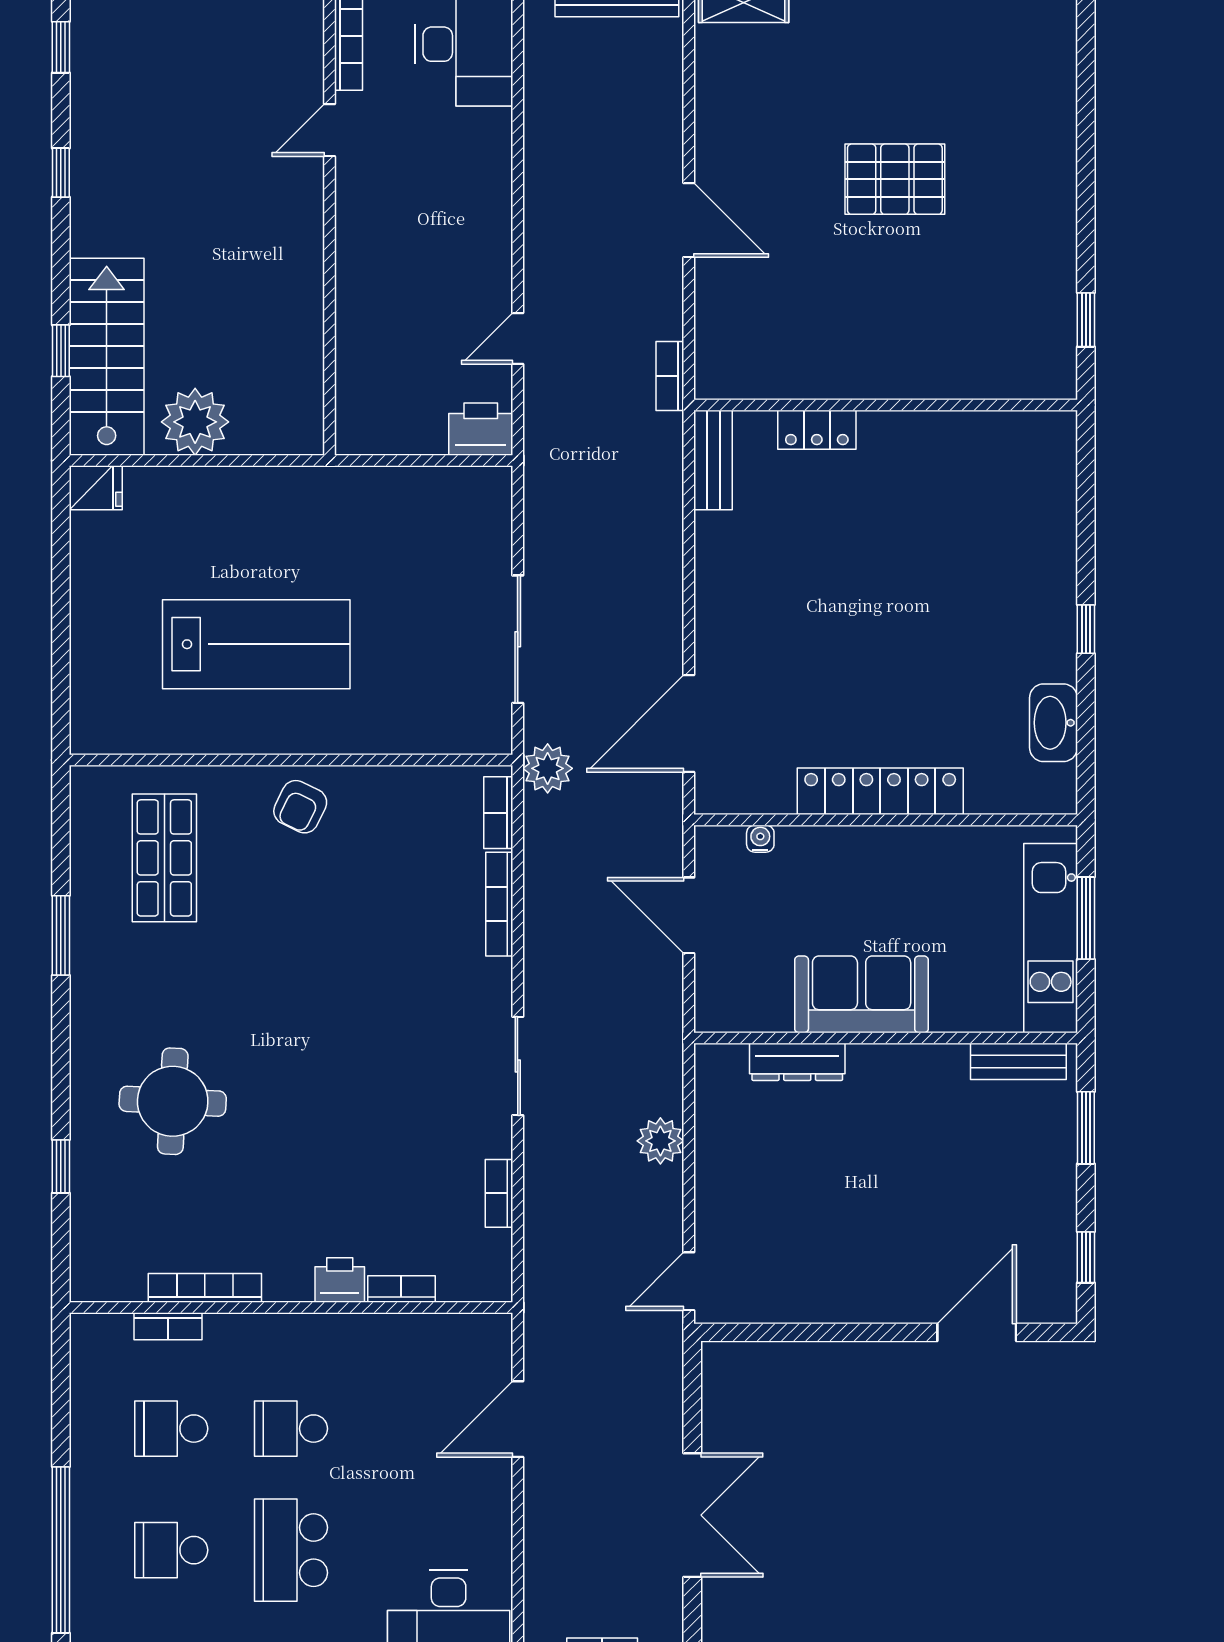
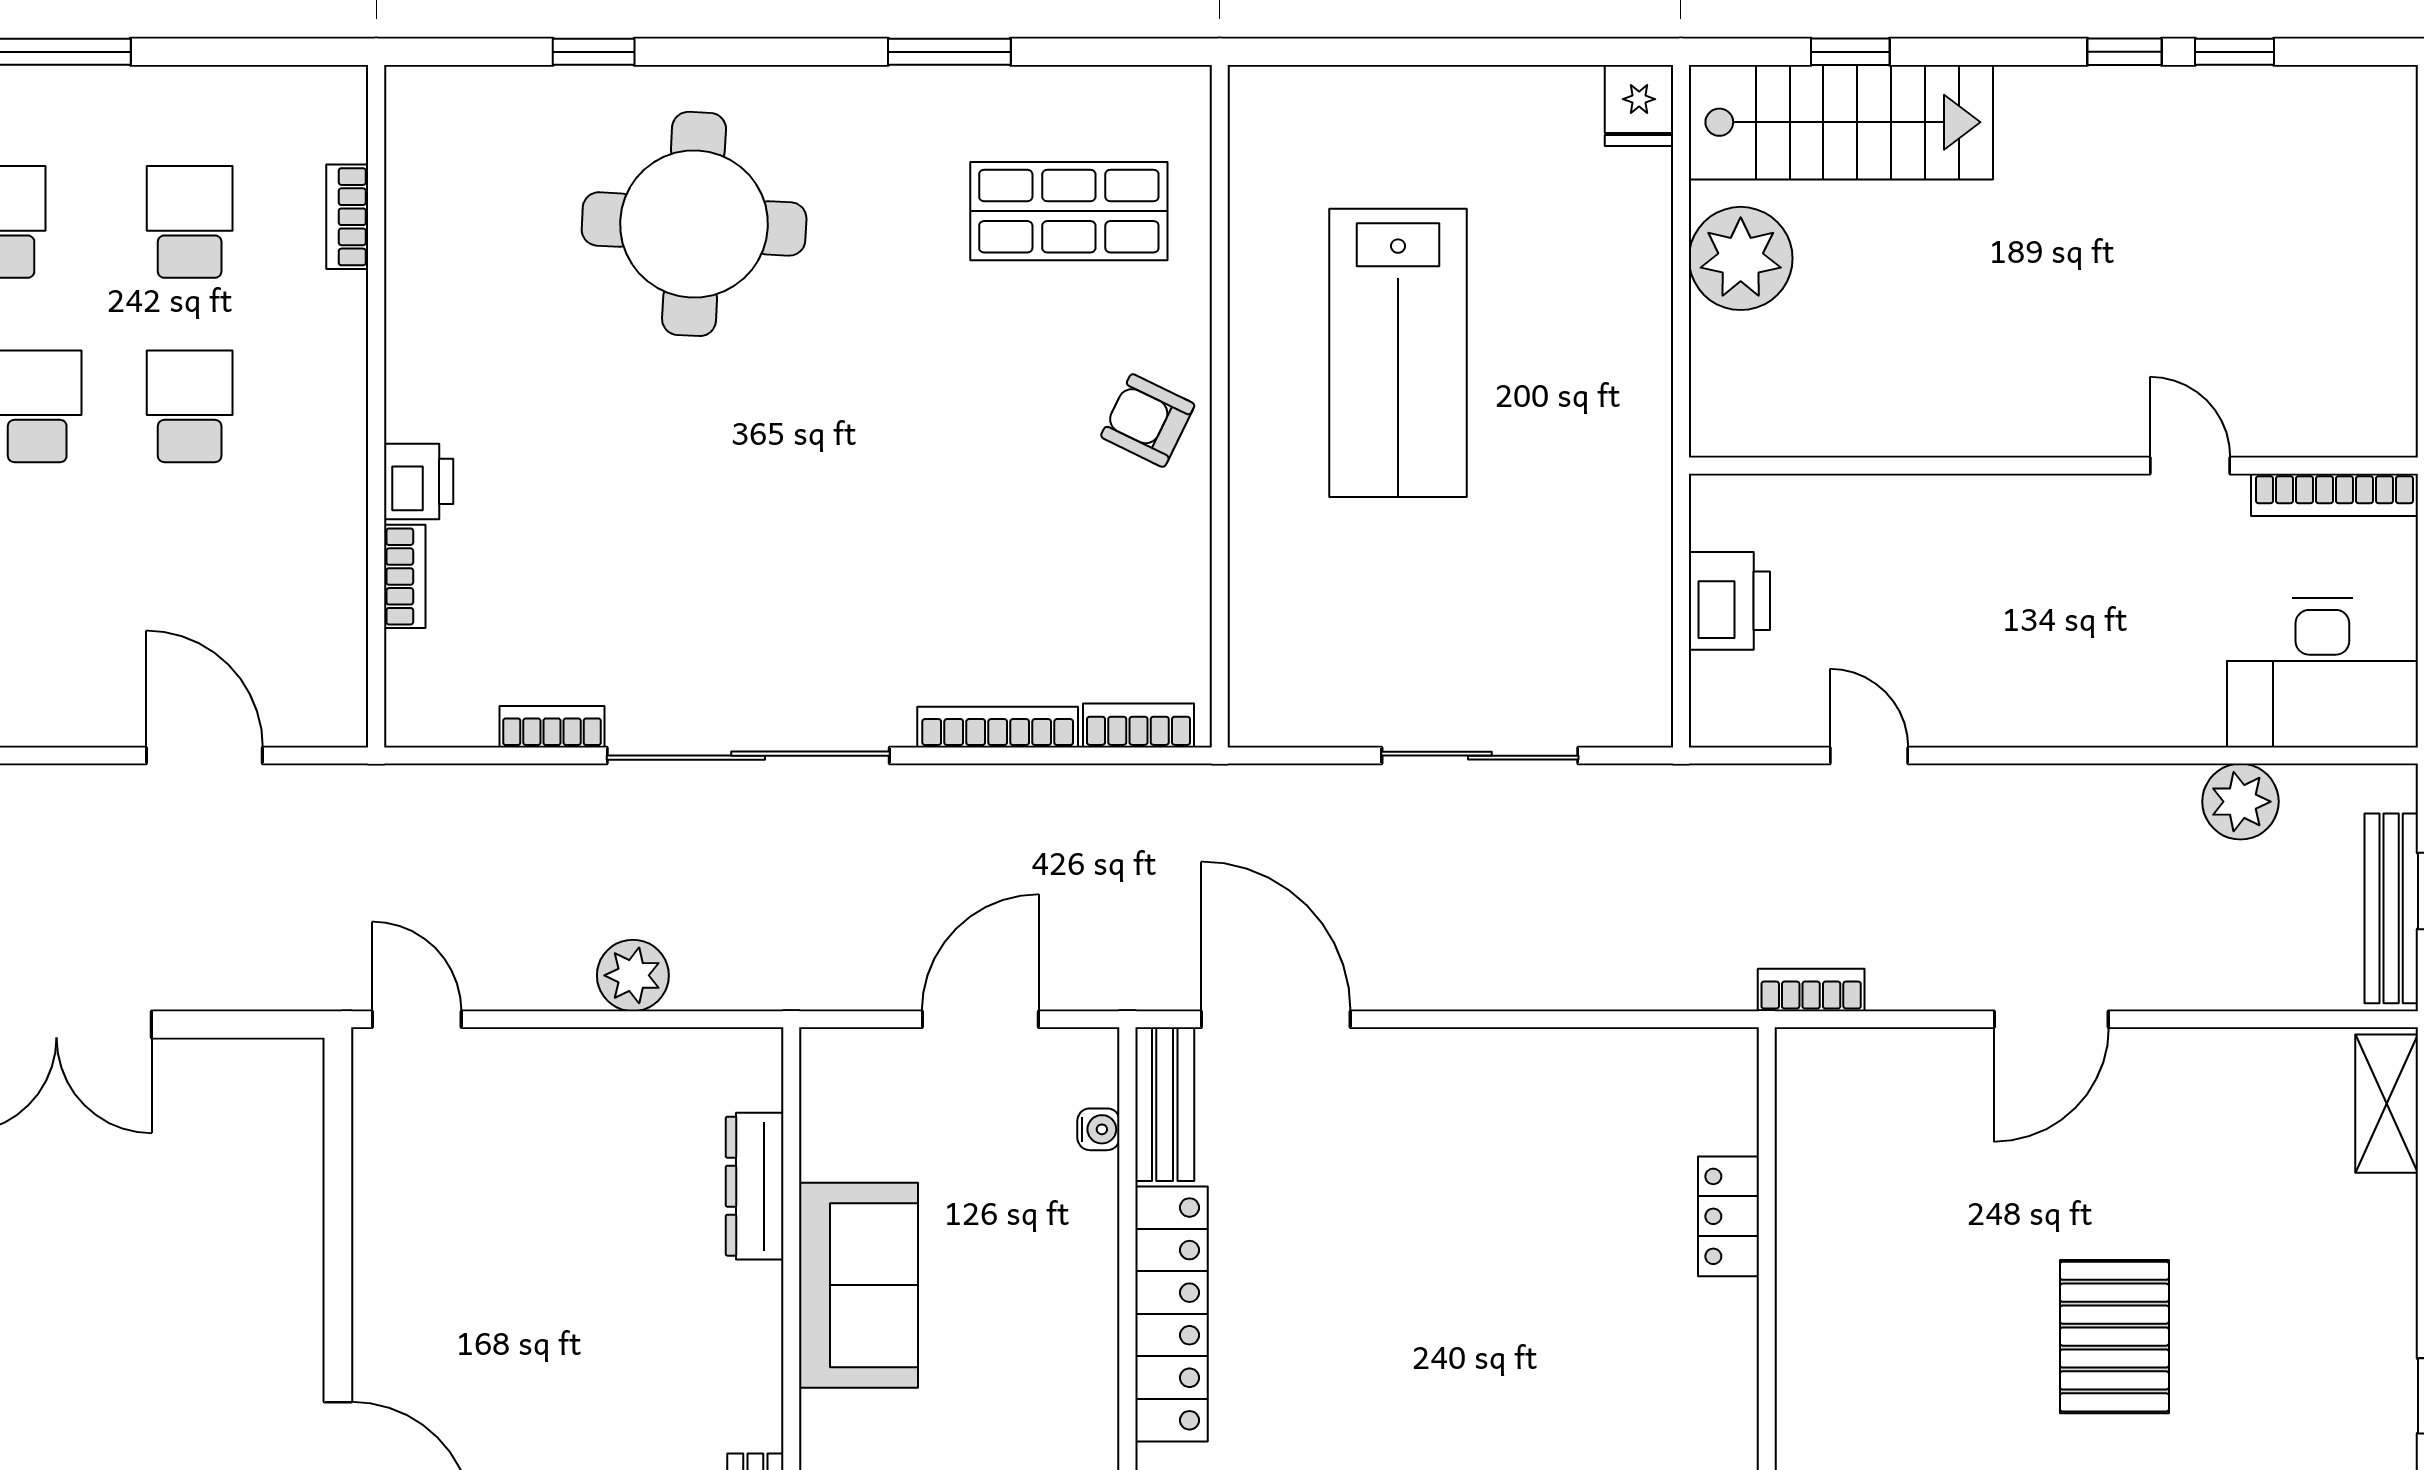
window: (61, 47) -> (2235, 52), moved
printer: (481, 429) -> (1729, 601), moved
bench: (713, 460) -> (1165, 1104), moved, turned 90
sliding door: (518, 639) -> (1480, 756), moved
plant: (548, 768) -> (2240, 802), moved
sliding door: (518, 1066) -> (748, 756), width x1.86
round table: (173, 1101) -> (694, 224), width x1.36, depth x1.36
bookcase: (205, 1288) -> (406, 274), removed

